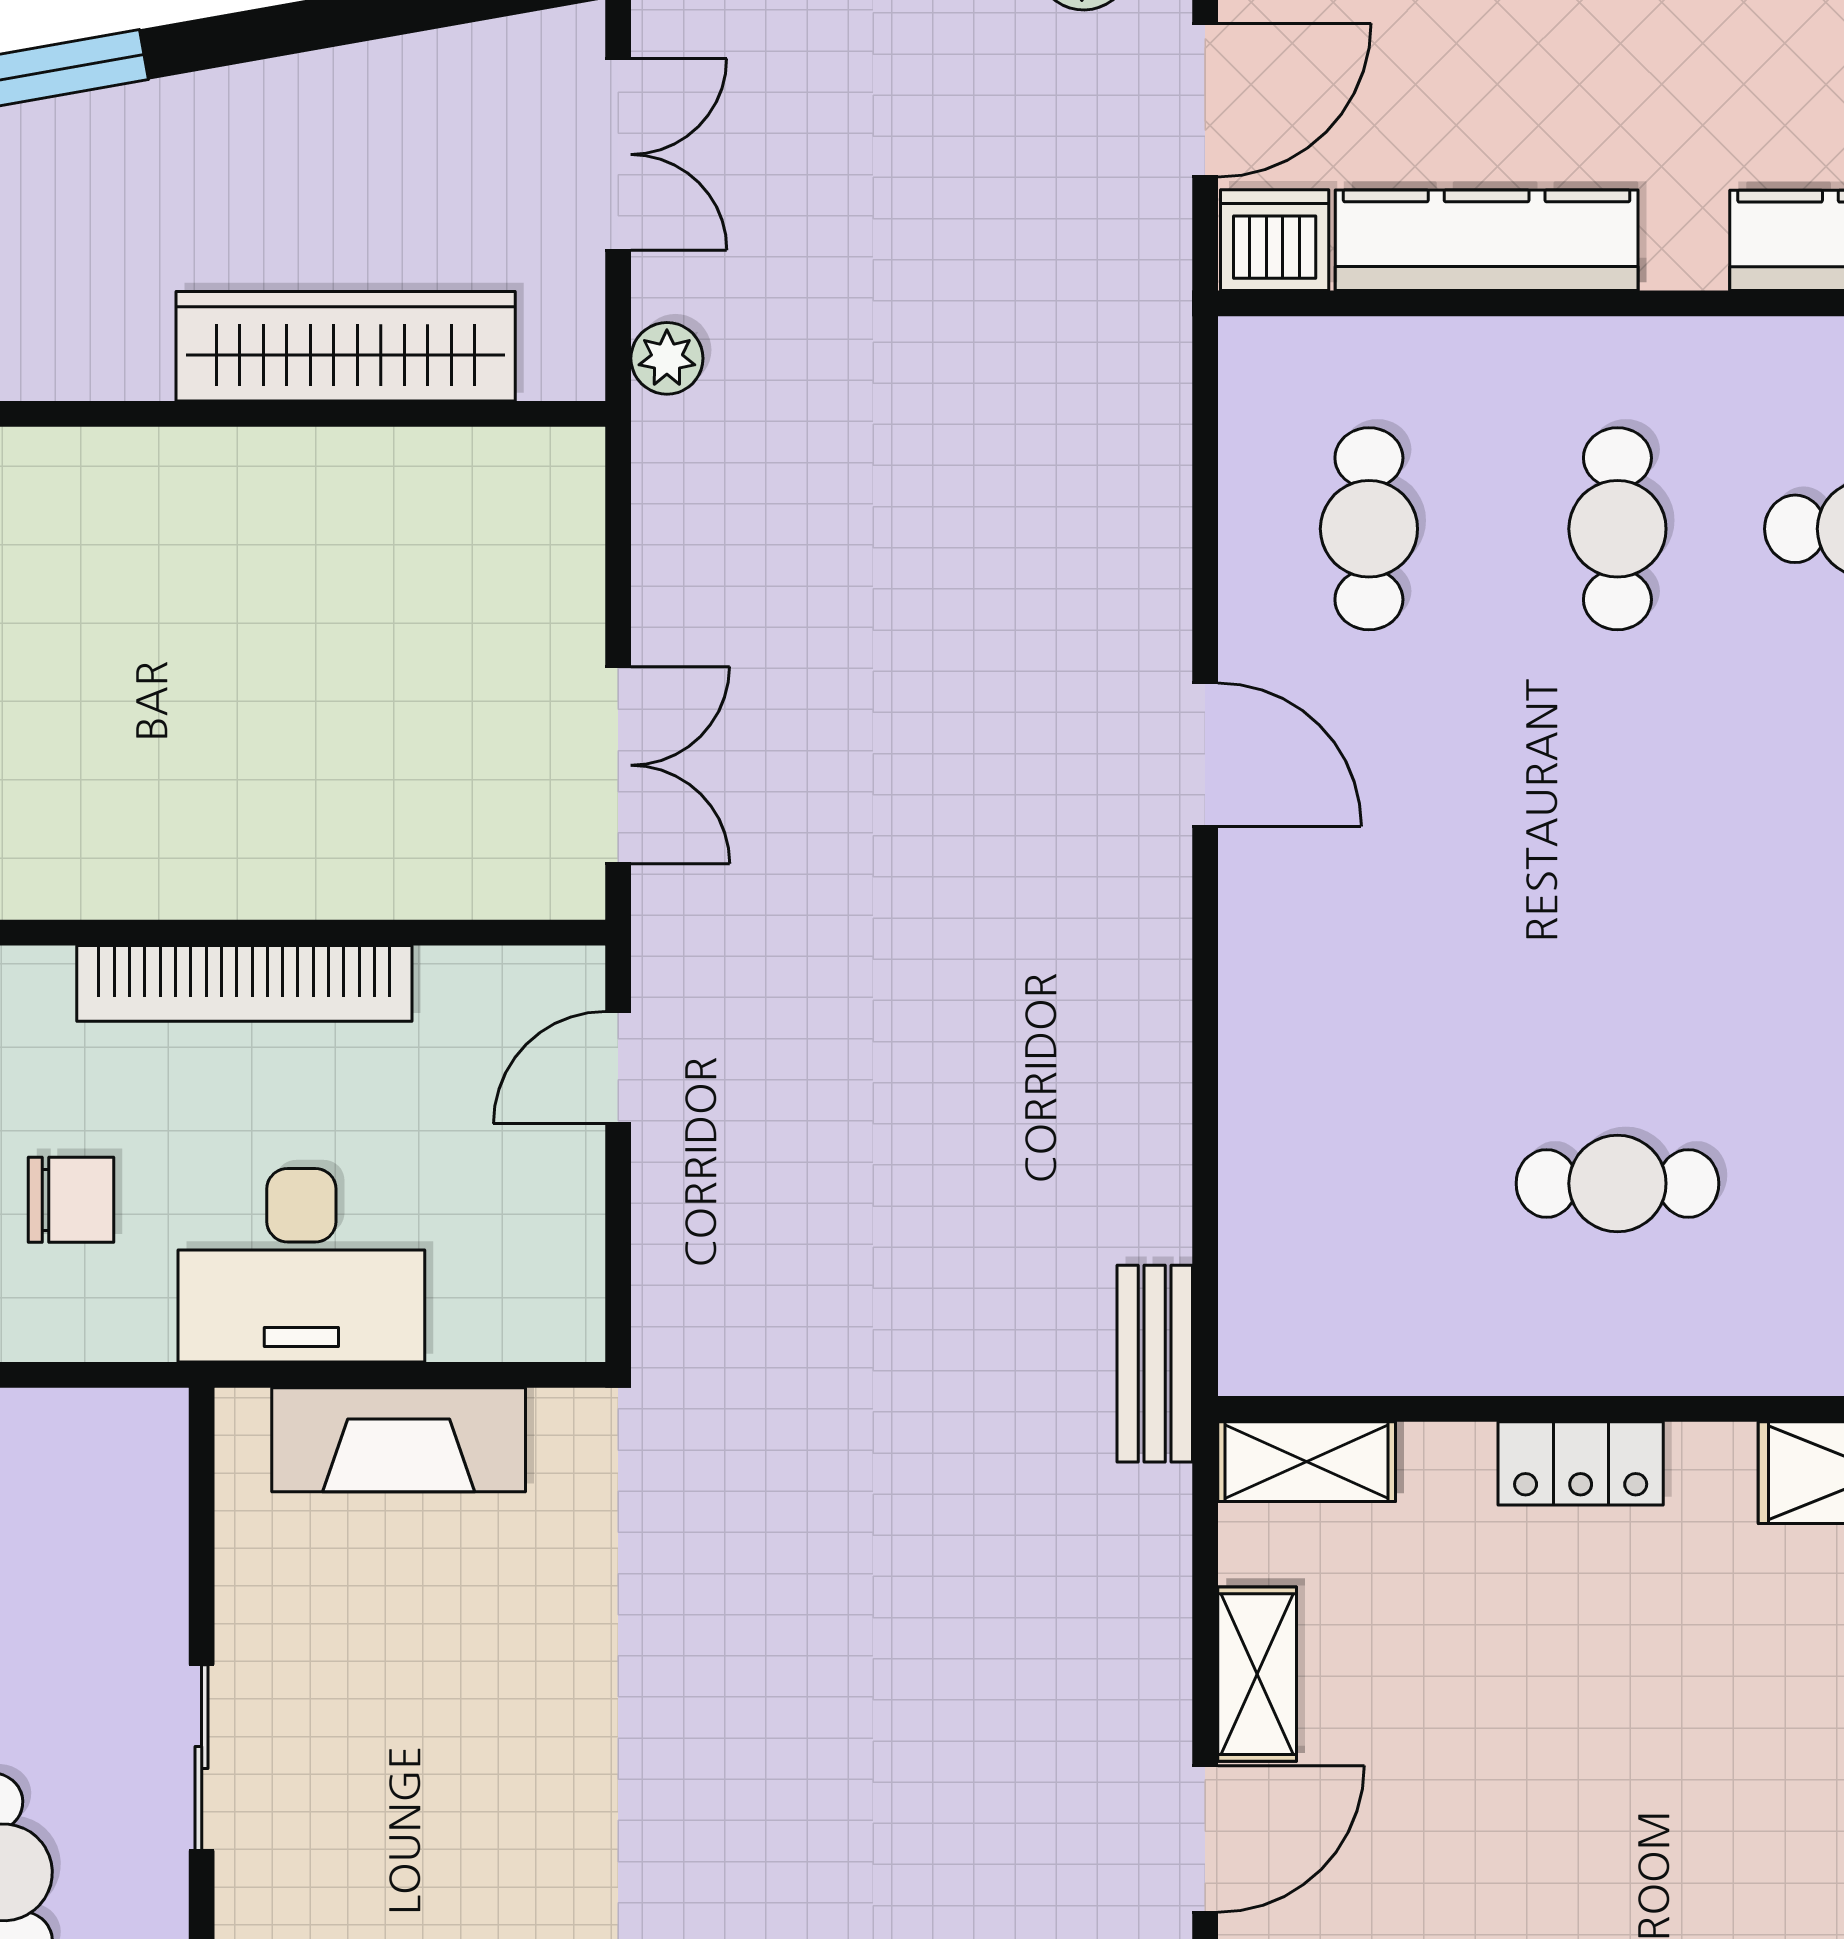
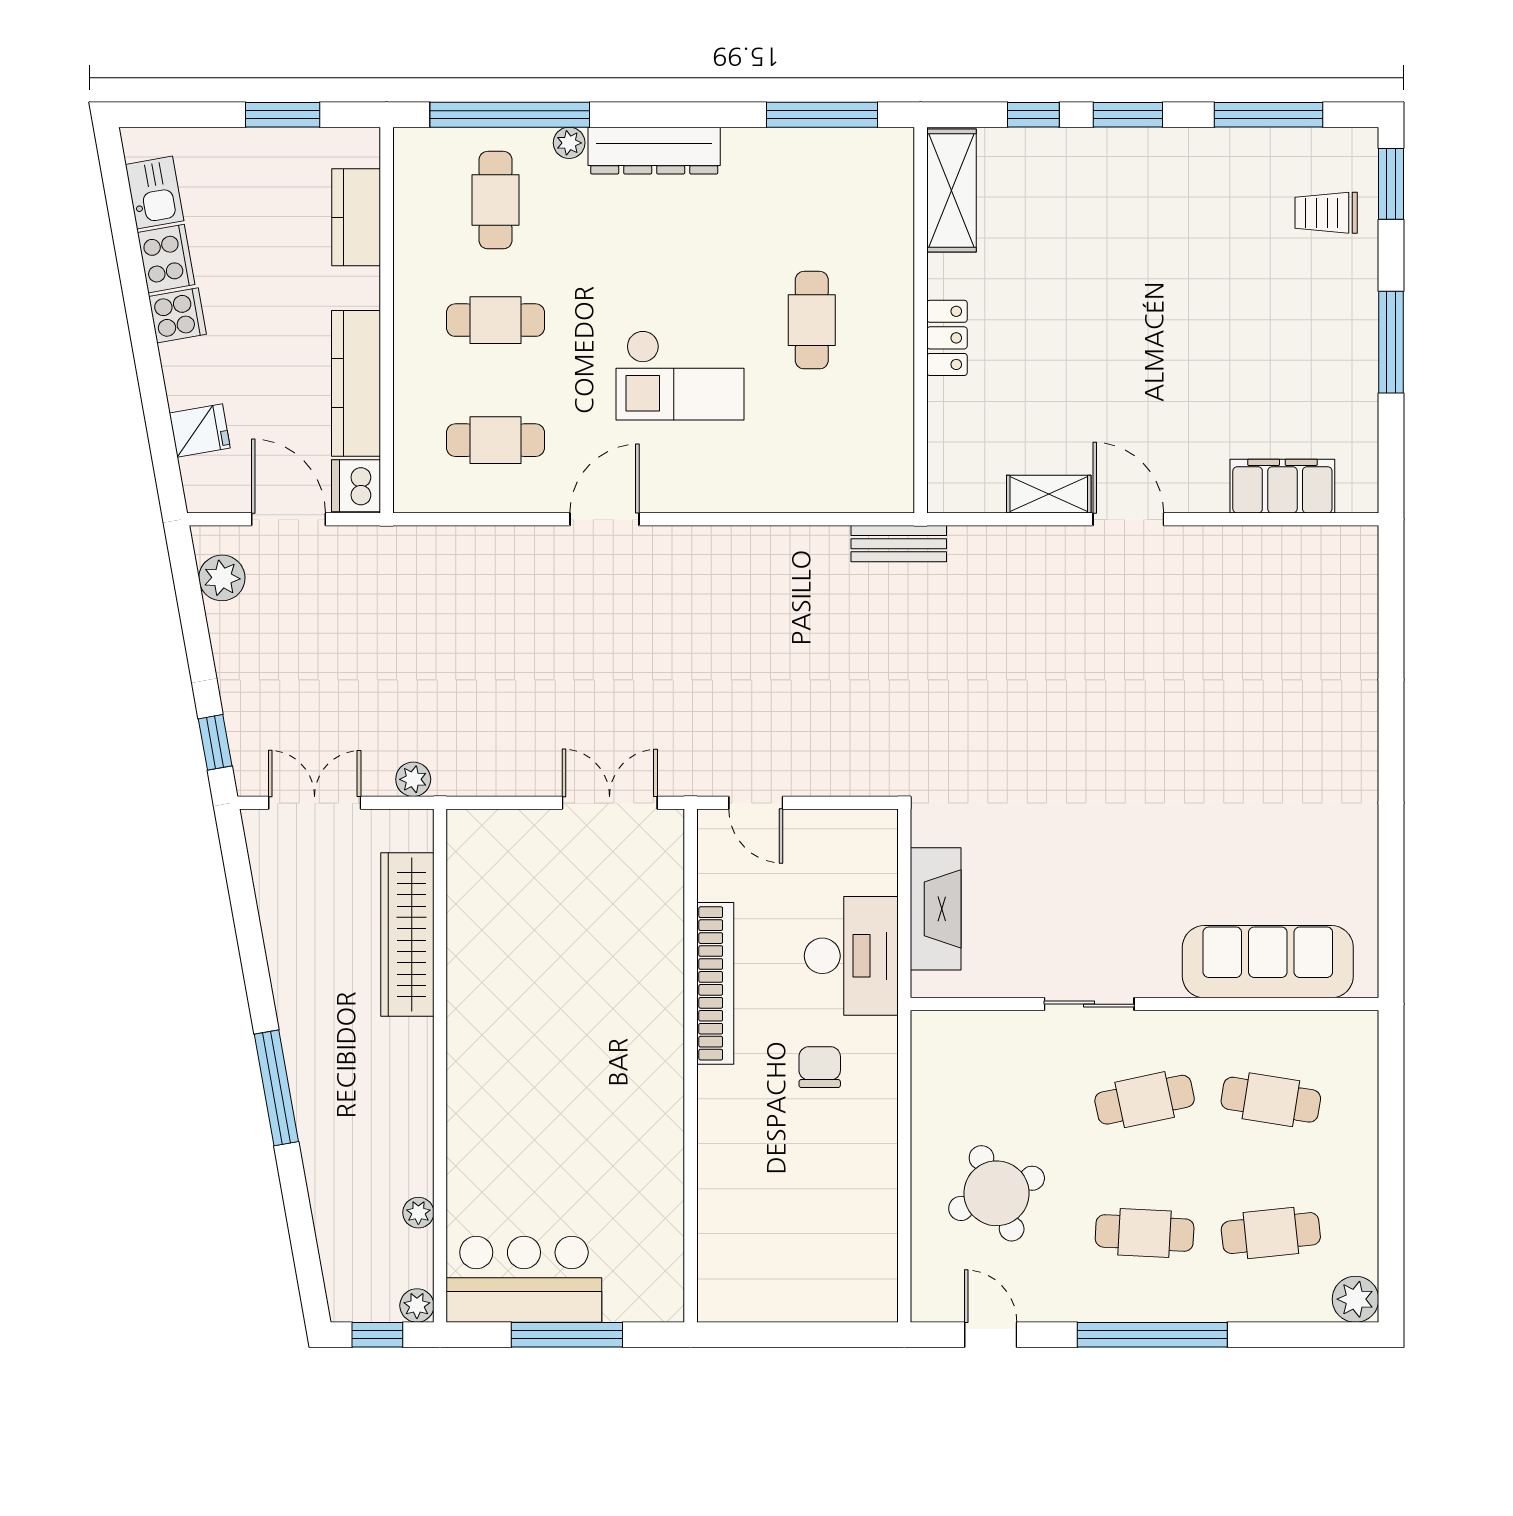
checkout: (1503, 911) -> (680, 375), added
shelving: (1307, 1462) -> (946, 470), removed

